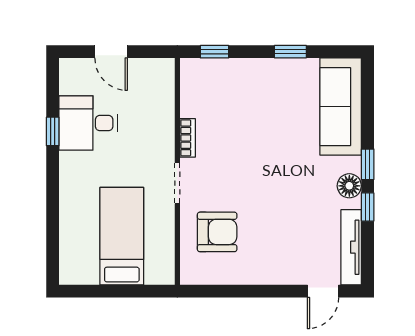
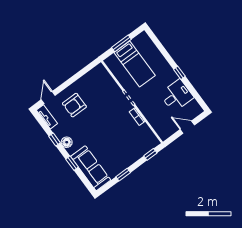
window: (53, 131) -> (179, 73), moved
window: (368, 164) -> (72, 163), moved
armchair: (217, 232) -> (74, 105), moved
tv unit: (351, 247) -> (47, 117), width x0.71
window: (118, 291) -> (121, 43), added

